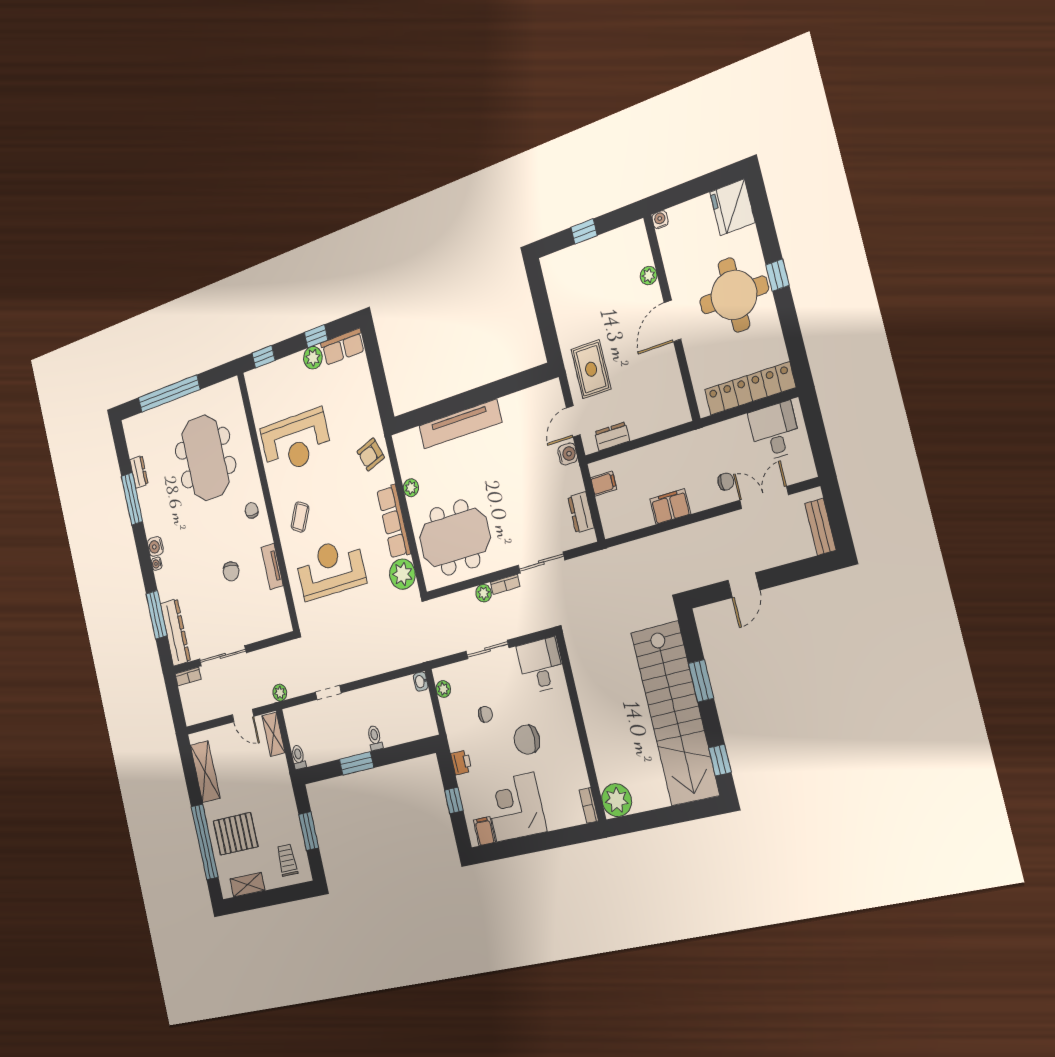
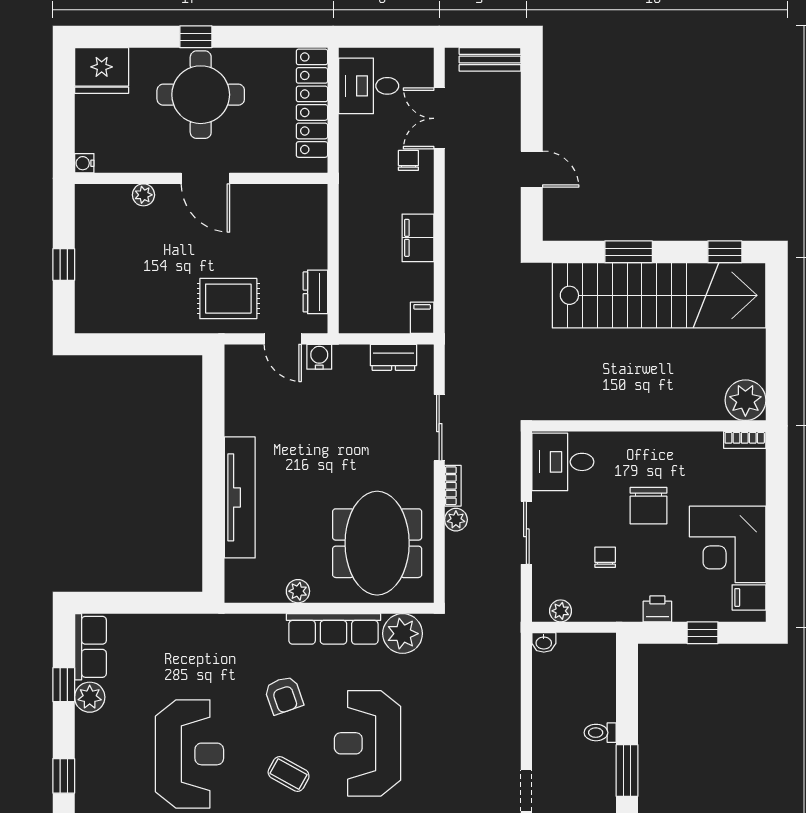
armchair: (371, 455) -> (284, 695), moved
filing cabinet: (604, 484) -> (422, 318), moved

